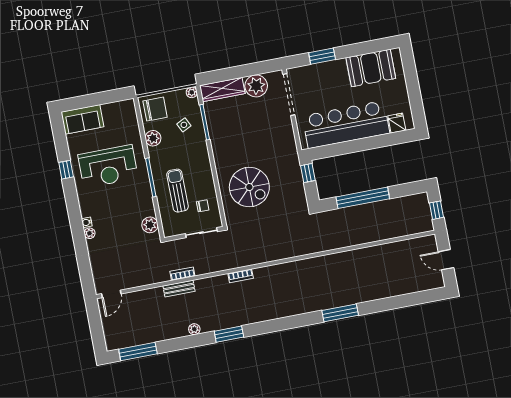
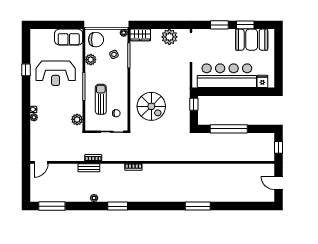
window: (358, 49) -> (245, 25), added
wardrobe: (222, 90) -> (140, 35), width x0.67
sofa: (82, 119) -> (69, 37), moved

